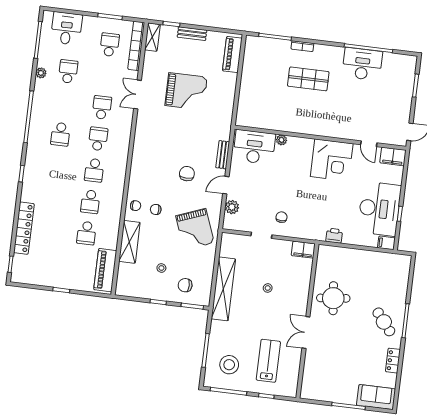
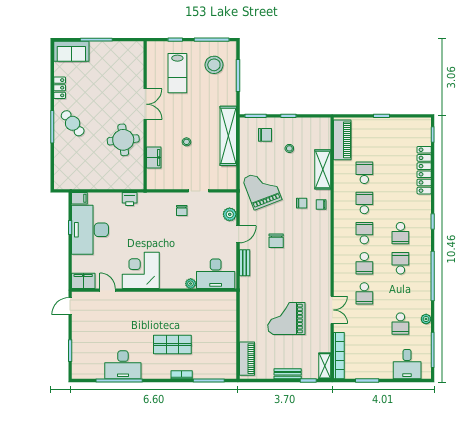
school desk: (110, 45) -> (400, 233), moved
filing cabinet: (303, 250) -> (154, 158), moved, turned 90

